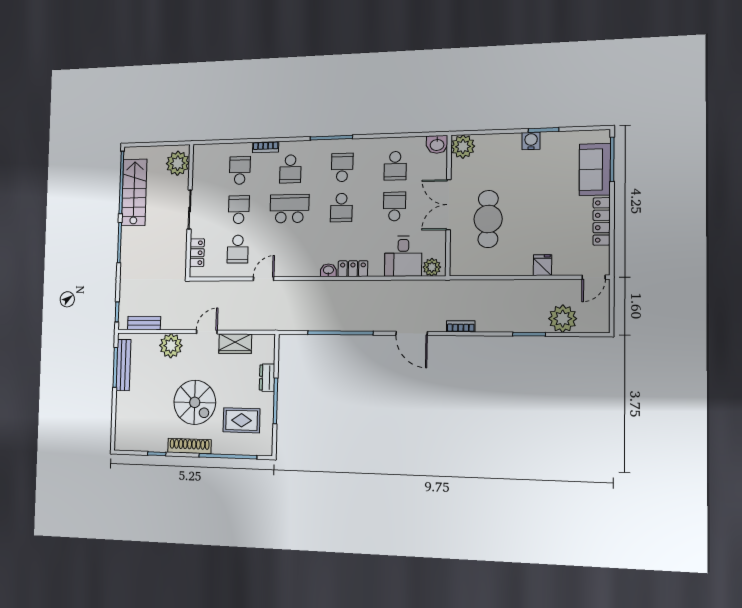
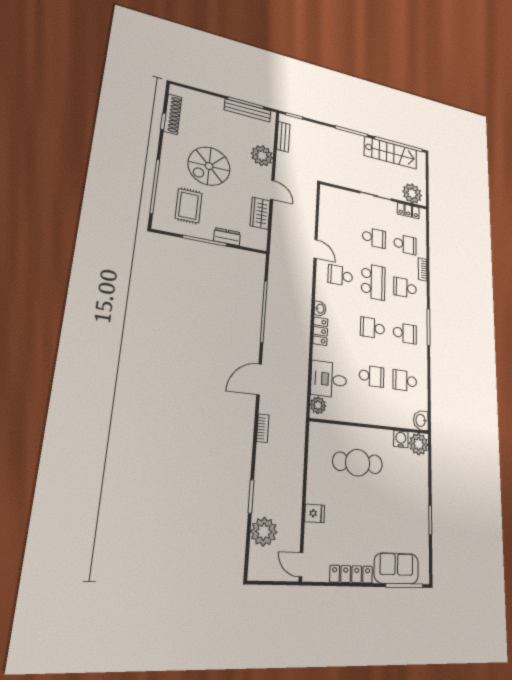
water cooler: (531, 141) -> (401, 439), moved, turned -90
double door: (449, 205) -> (371, 426), removed
school desk: (238, 249) -> (340, 276), moved
locker: (197, 253) -> (408, 211), moved
shoe rack: (190, 446) -> (173, 114), moved

